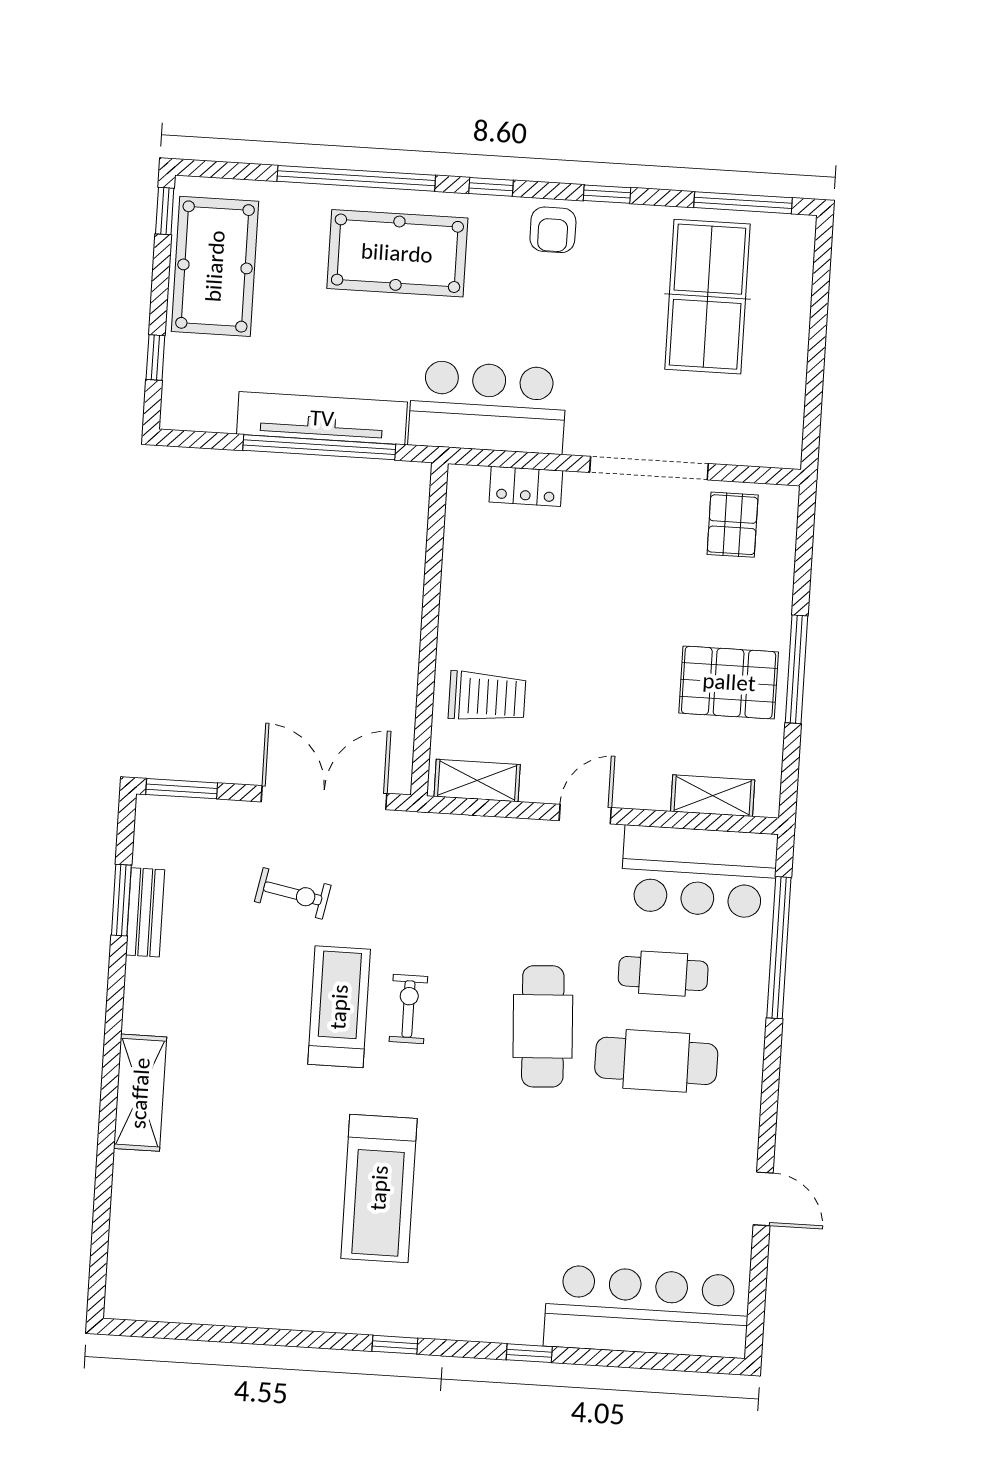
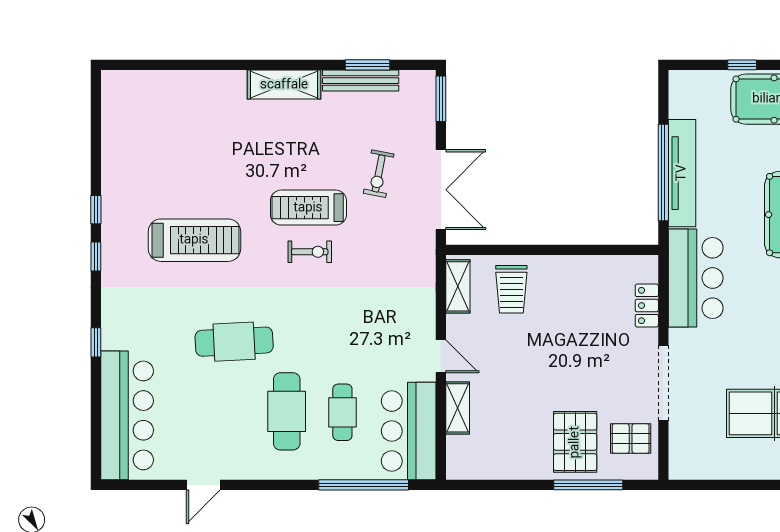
window: (155, 357) -> (742, 65), moved
window: (796, 669) -> (588, 485), moved
pallet: (729, 682) -> (575, 442), moved
shelving: (713, 796) -> (458, 408), moved
bench: (145, 912) -> (361, 81), width x1.36
treadmill: (339, 1007) -> (308, 208), turned 180
cafe table: (543, 1026) -> (234, 342), moved
shelving: (140, 1093) -> (284, 85), moved
treadmill: (379, 1188) -> (194, 240), turned 180
window: (321, 1340) -> (96, 210), added

